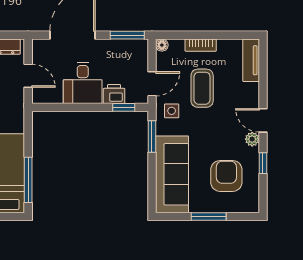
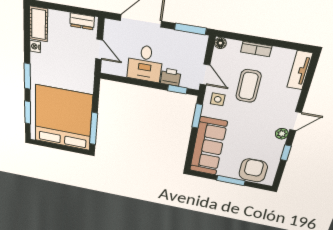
door: (152, 84) -> (205, 75), hinge flipped
door: (263, 120) -> (296, 121), swing flipped
armchair: (226, 176) -> (253, 170), moved

